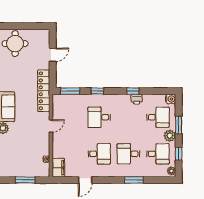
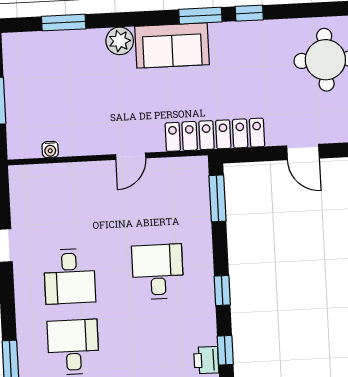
window: (97, 91) -> (222, 290), moved
door: (51, 126) -> (131, 156), hinge flipped
filing cabinet: (58, 168) -> (31, 179), removed

